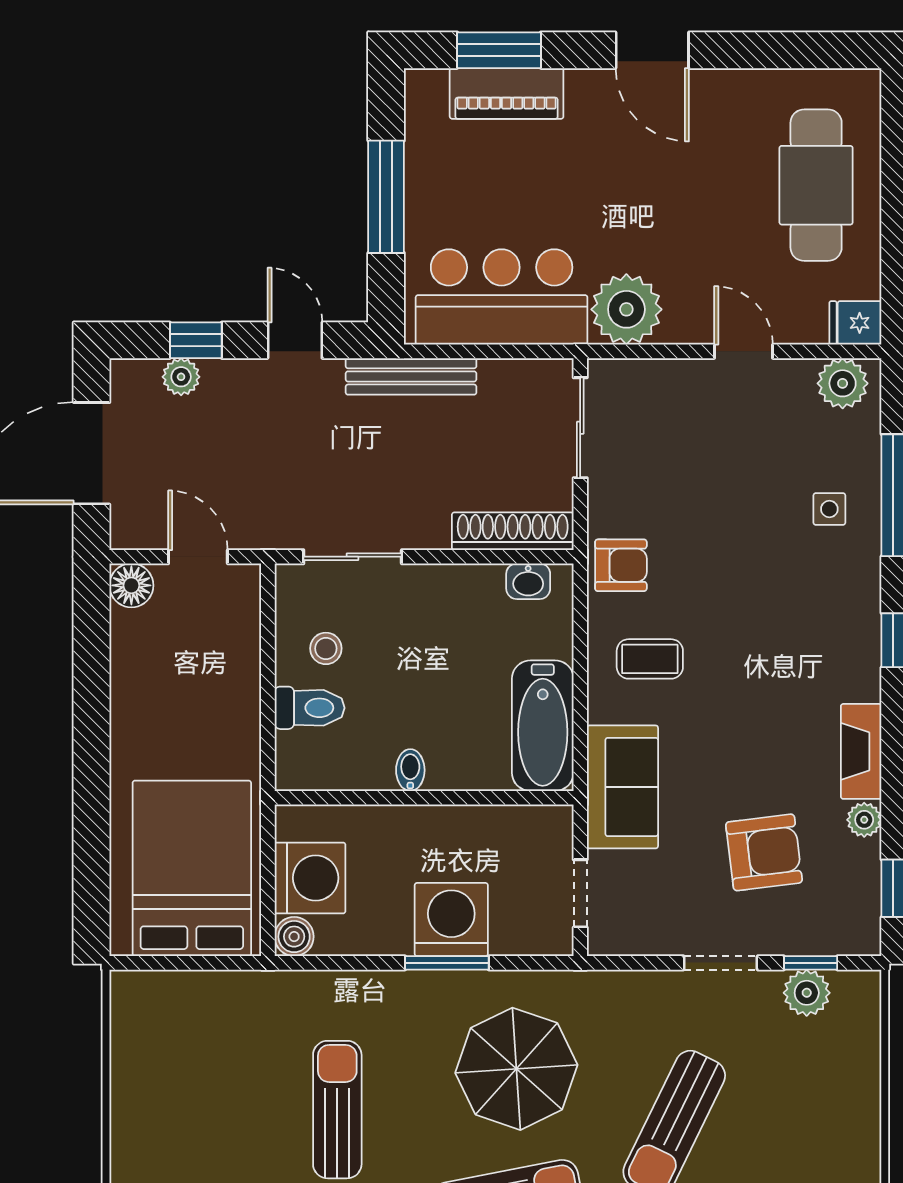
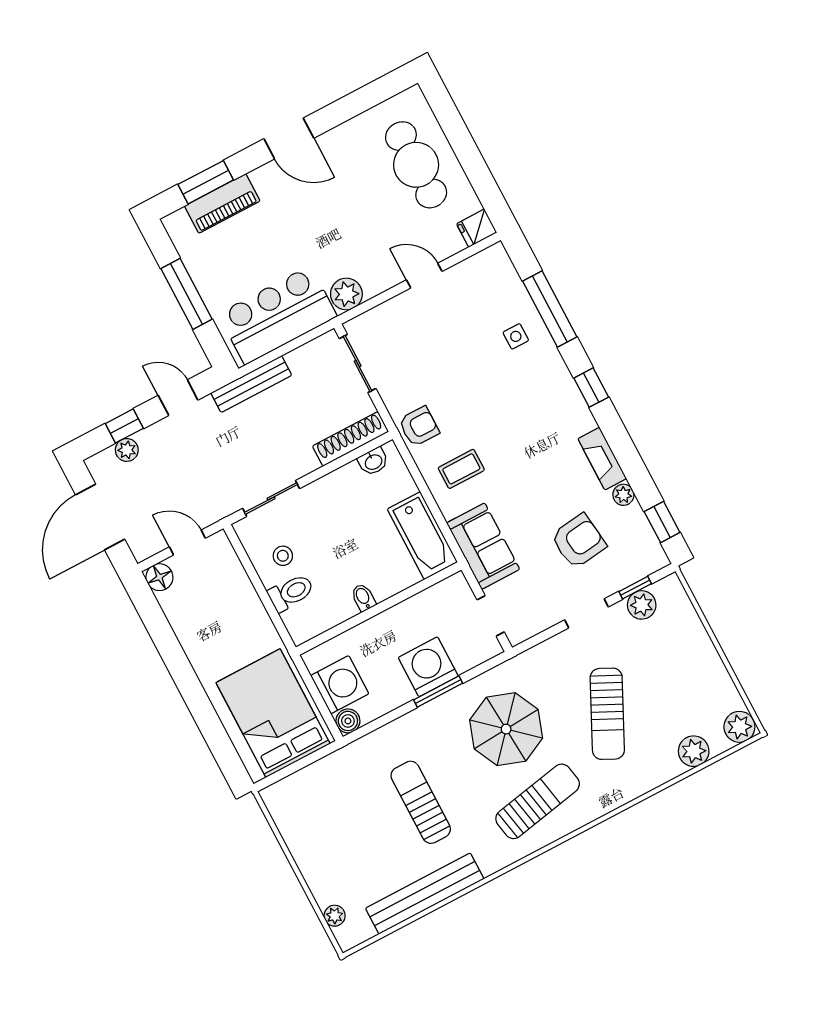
plant: (626, 309) -> (346, 294), width x0.73, depth x0.73
plant: (843, 383) -> (487, 265), removed

